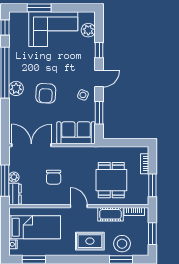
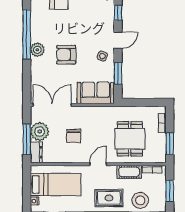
armchair: (46, 93) -> (66, 55), turned 87
plant: (14, 177) -> (40, 131), width x1.88, depth x1.88
door: (79, 206) -> (98, 164), hinge flipped

